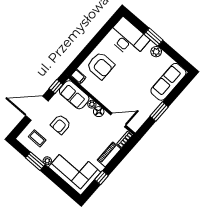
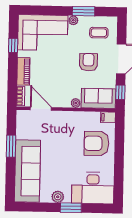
sofa: (168, 82) -> (27, 171), width x1.36, depth x1.27
floor lamp: (99, 112) -> (64, 102), removed
door: (118, 120) -> (41, 109), swing flipped

